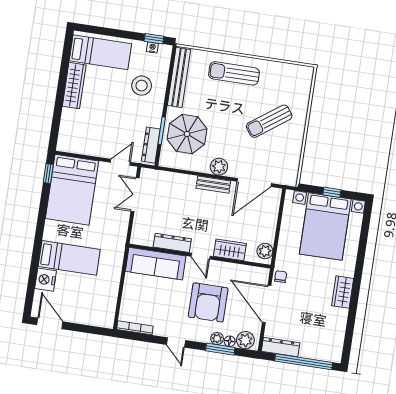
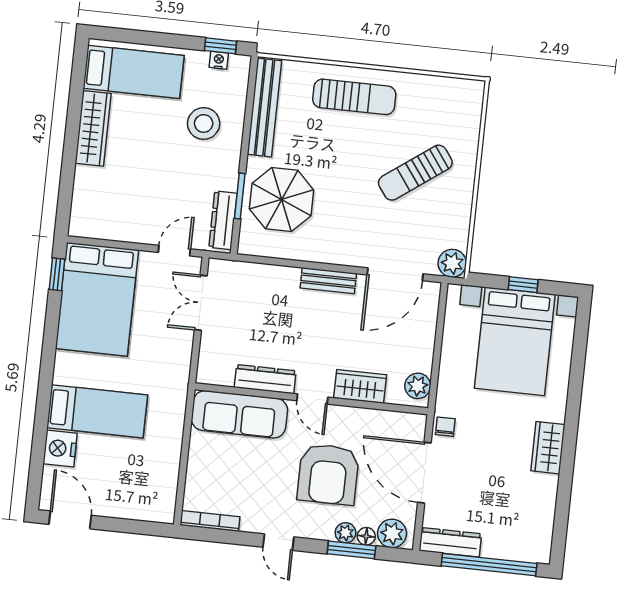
sun lounger: (234, 73) -> (354, 97), turned 180
plant: (219, 167) -> (452, 263), moved

